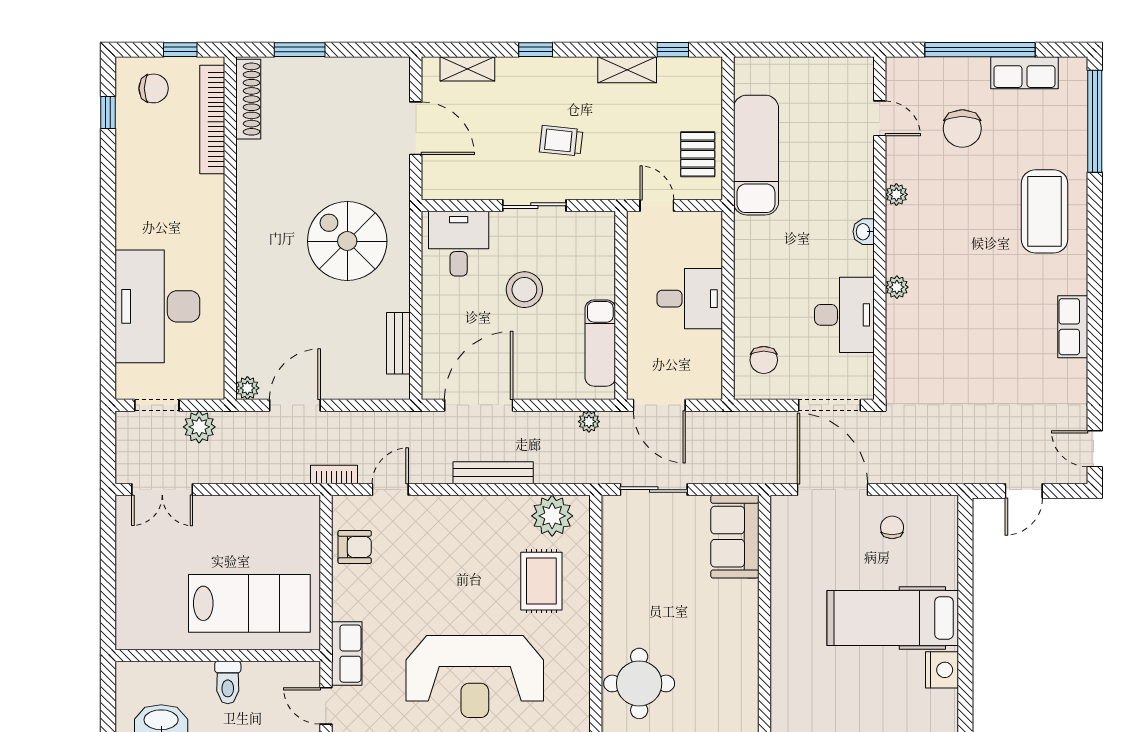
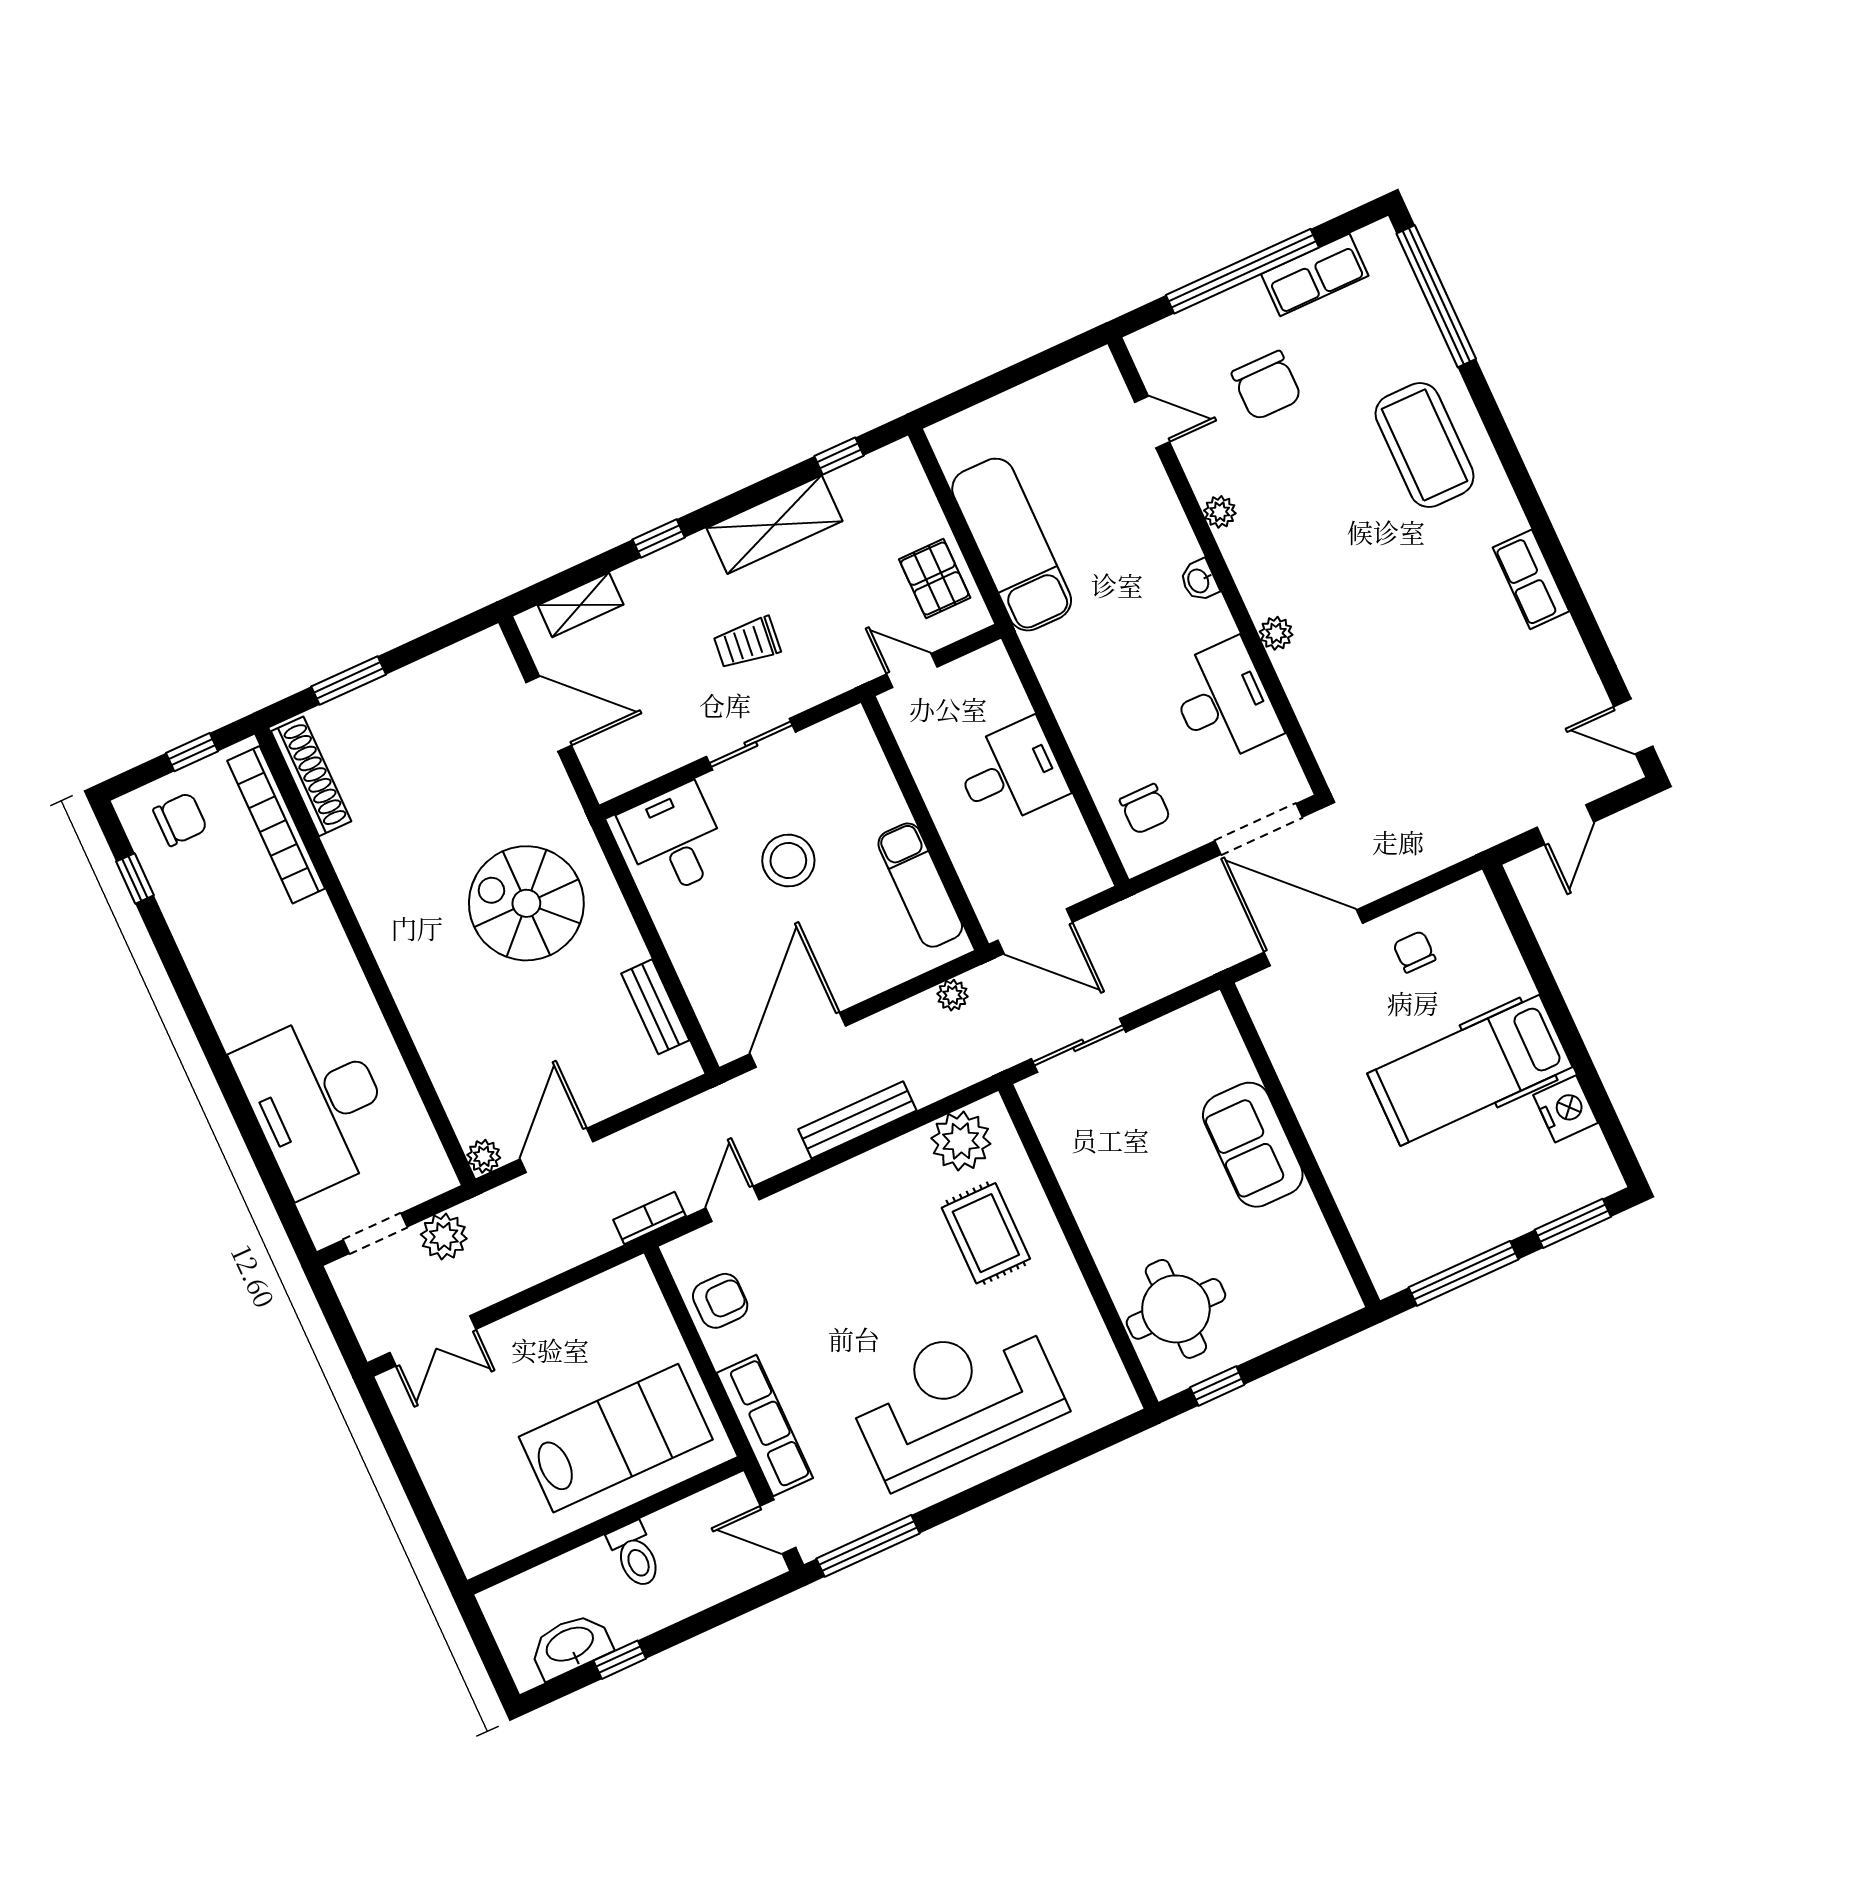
shelving: (627, 70) -> (774, 525), width x1.50, depth x1.33
sofa: (735, 537) -> (1253, 1145), moved
row of seats: (347, 654) -> (765, 1425), width x1.48
reception desk: (475, 676) -> (956, 1399), turned 180

